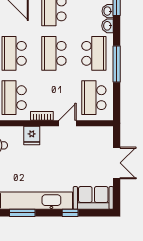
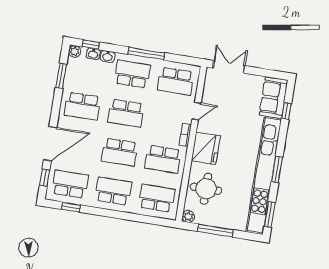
door: (67, 123) -> (196, 111), swing flipped
fridge: (32, 135) -> (206, 148), width x1.88, depth x1.34
double door: (117, 163) -> (229, 67), moved
window: (70, 213) -> (286, 111), moved

